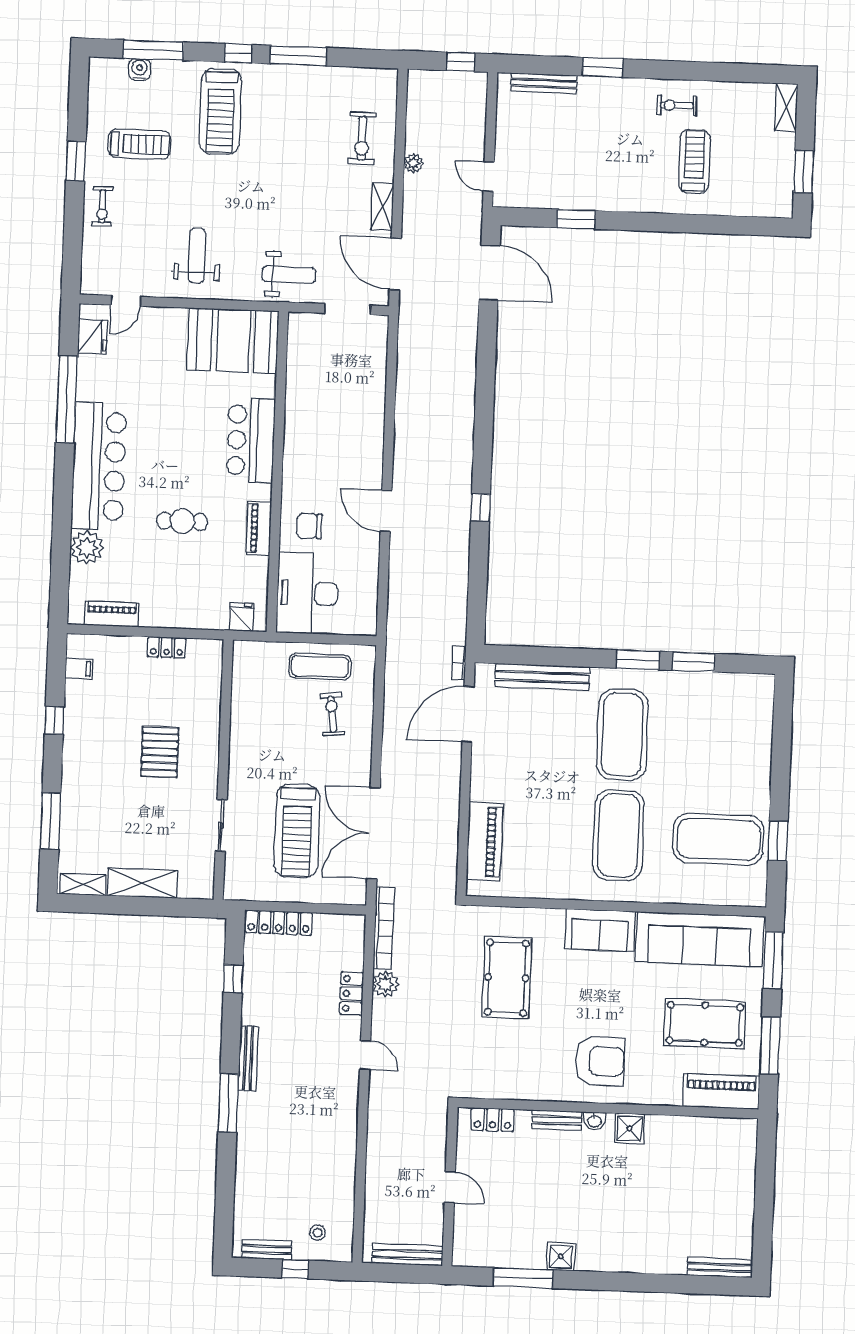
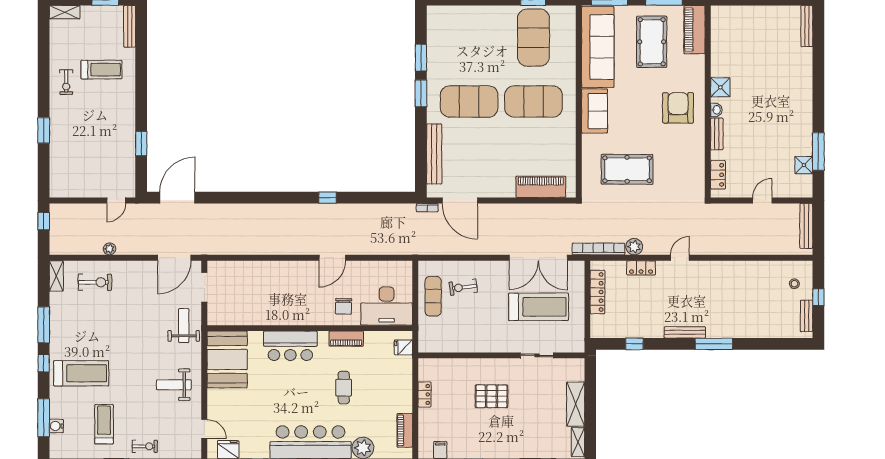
bench: (544, 83) -> (130, 26), moved
treadmill: (694, 162) -> (102, 70), turned 180
shelving: (382, 207) -> (56, 276), moved, turned 90
locker: (279, 923) -> (597, 292), moved
shower: (561, 1257) -> (804, 165), moved

